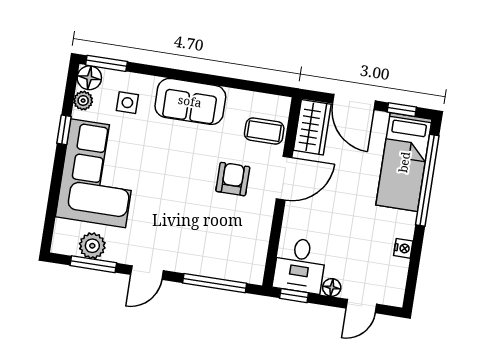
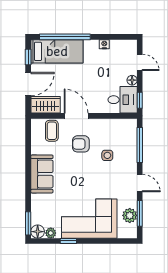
side table: (127, 103) -> (107, 155), moved

